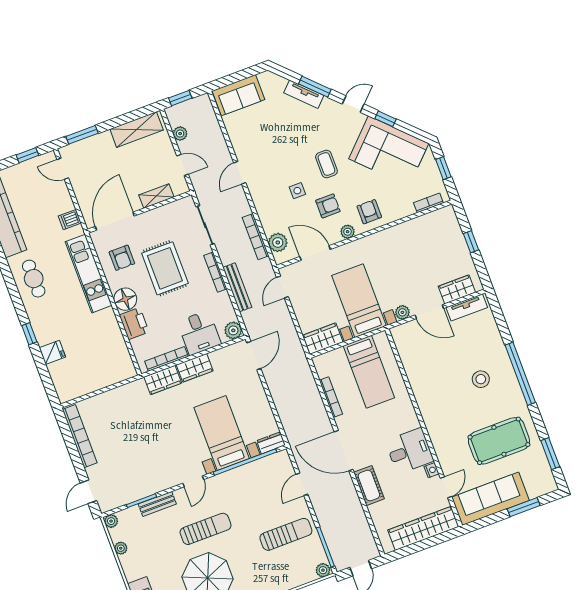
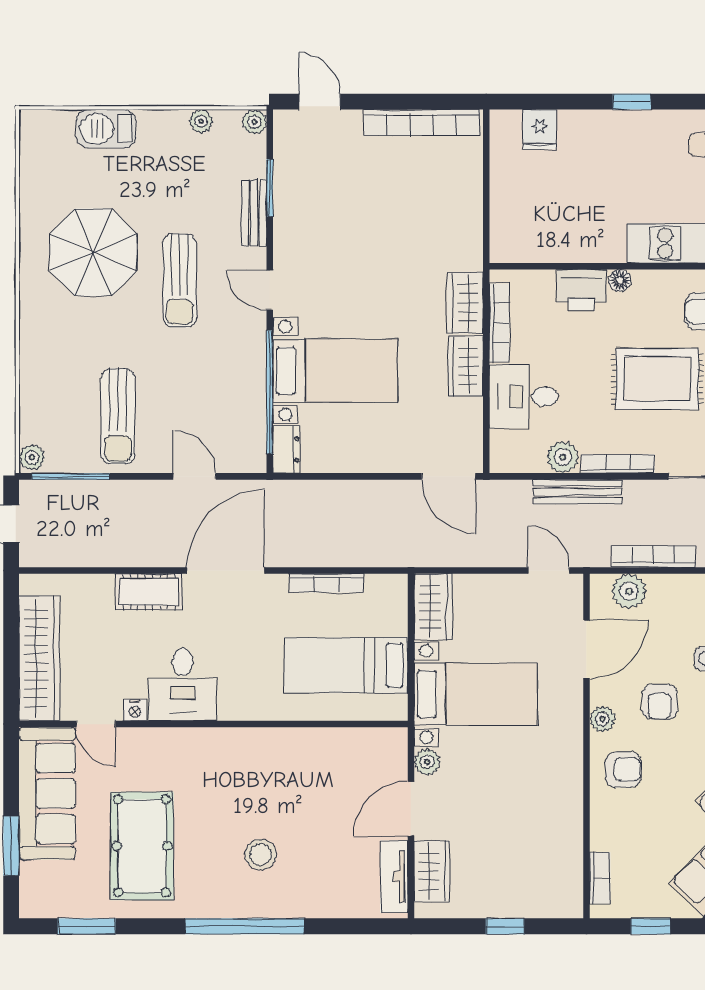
floor lamp: (125, 299) -> (620, 280), width x0.53, depth x0.53
plant: (233, 330) -> (563, 457), moved
fridge: (52, 352) -> (540, 129), moved

